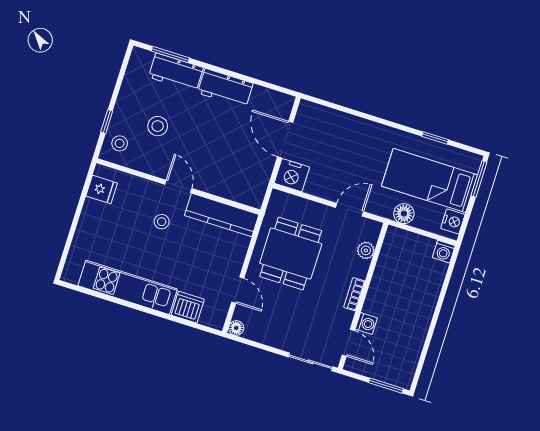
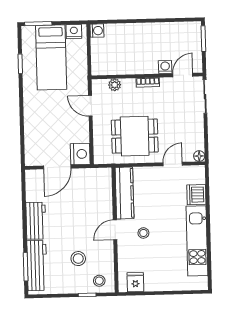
workbench: (176, 72) -> (37, 266), width x1.38
floor lamp: (404, 214) -> (80, 67), removed

